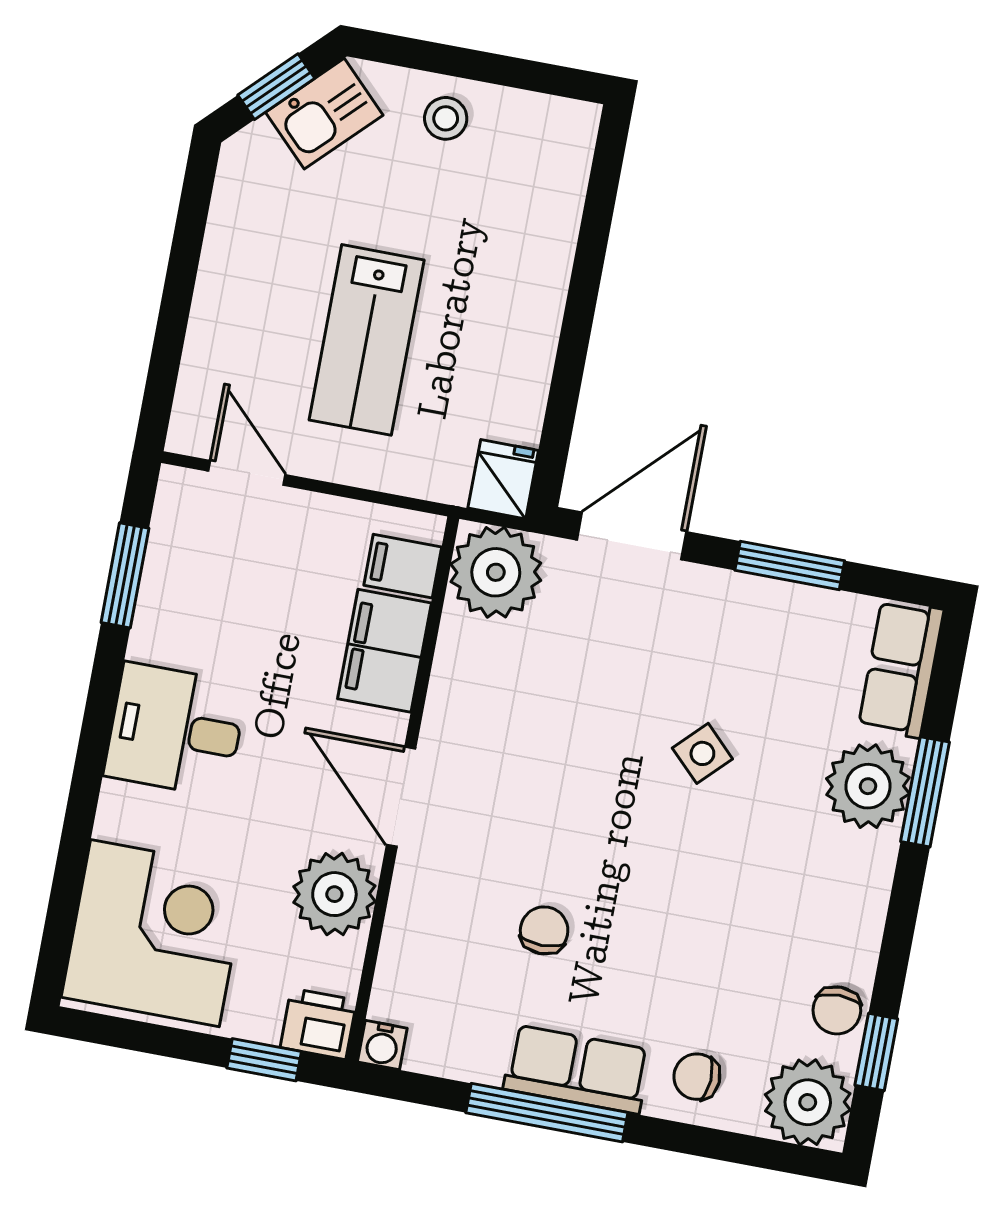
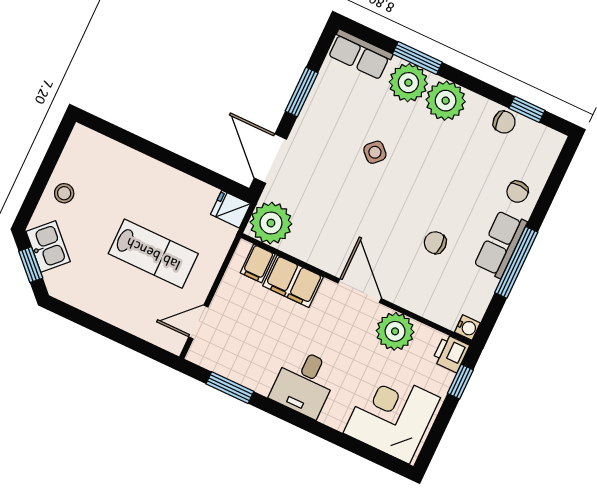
door: (401, 797) -> (360, 291), swing flipped
plant: (808, 1102) -> (446, 101), moved

